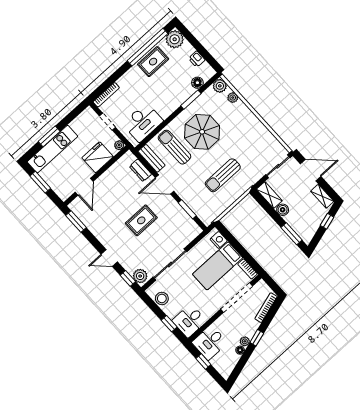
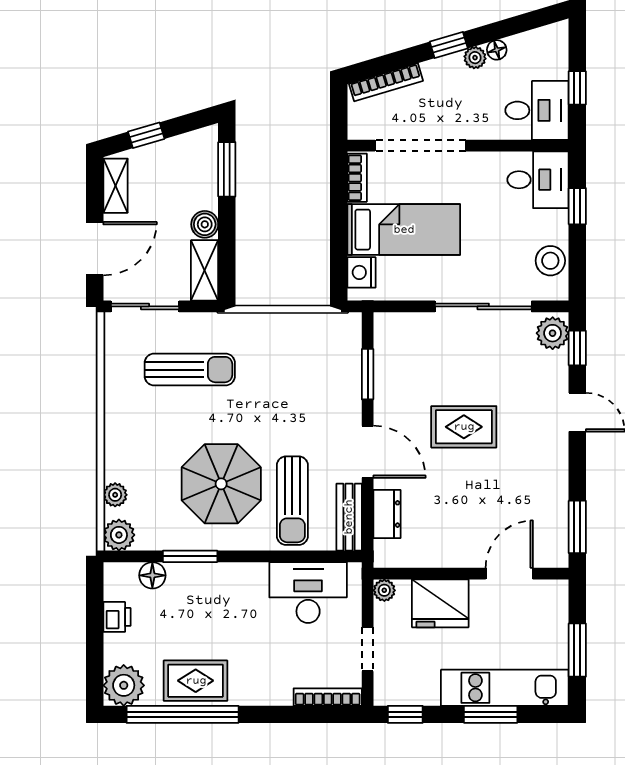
window: (76, 112) -> (405, 714), added
door: (311, 170) -> (95, 249), swing flipped
sun lounger: (223, 175) -> (190, 370), moved

